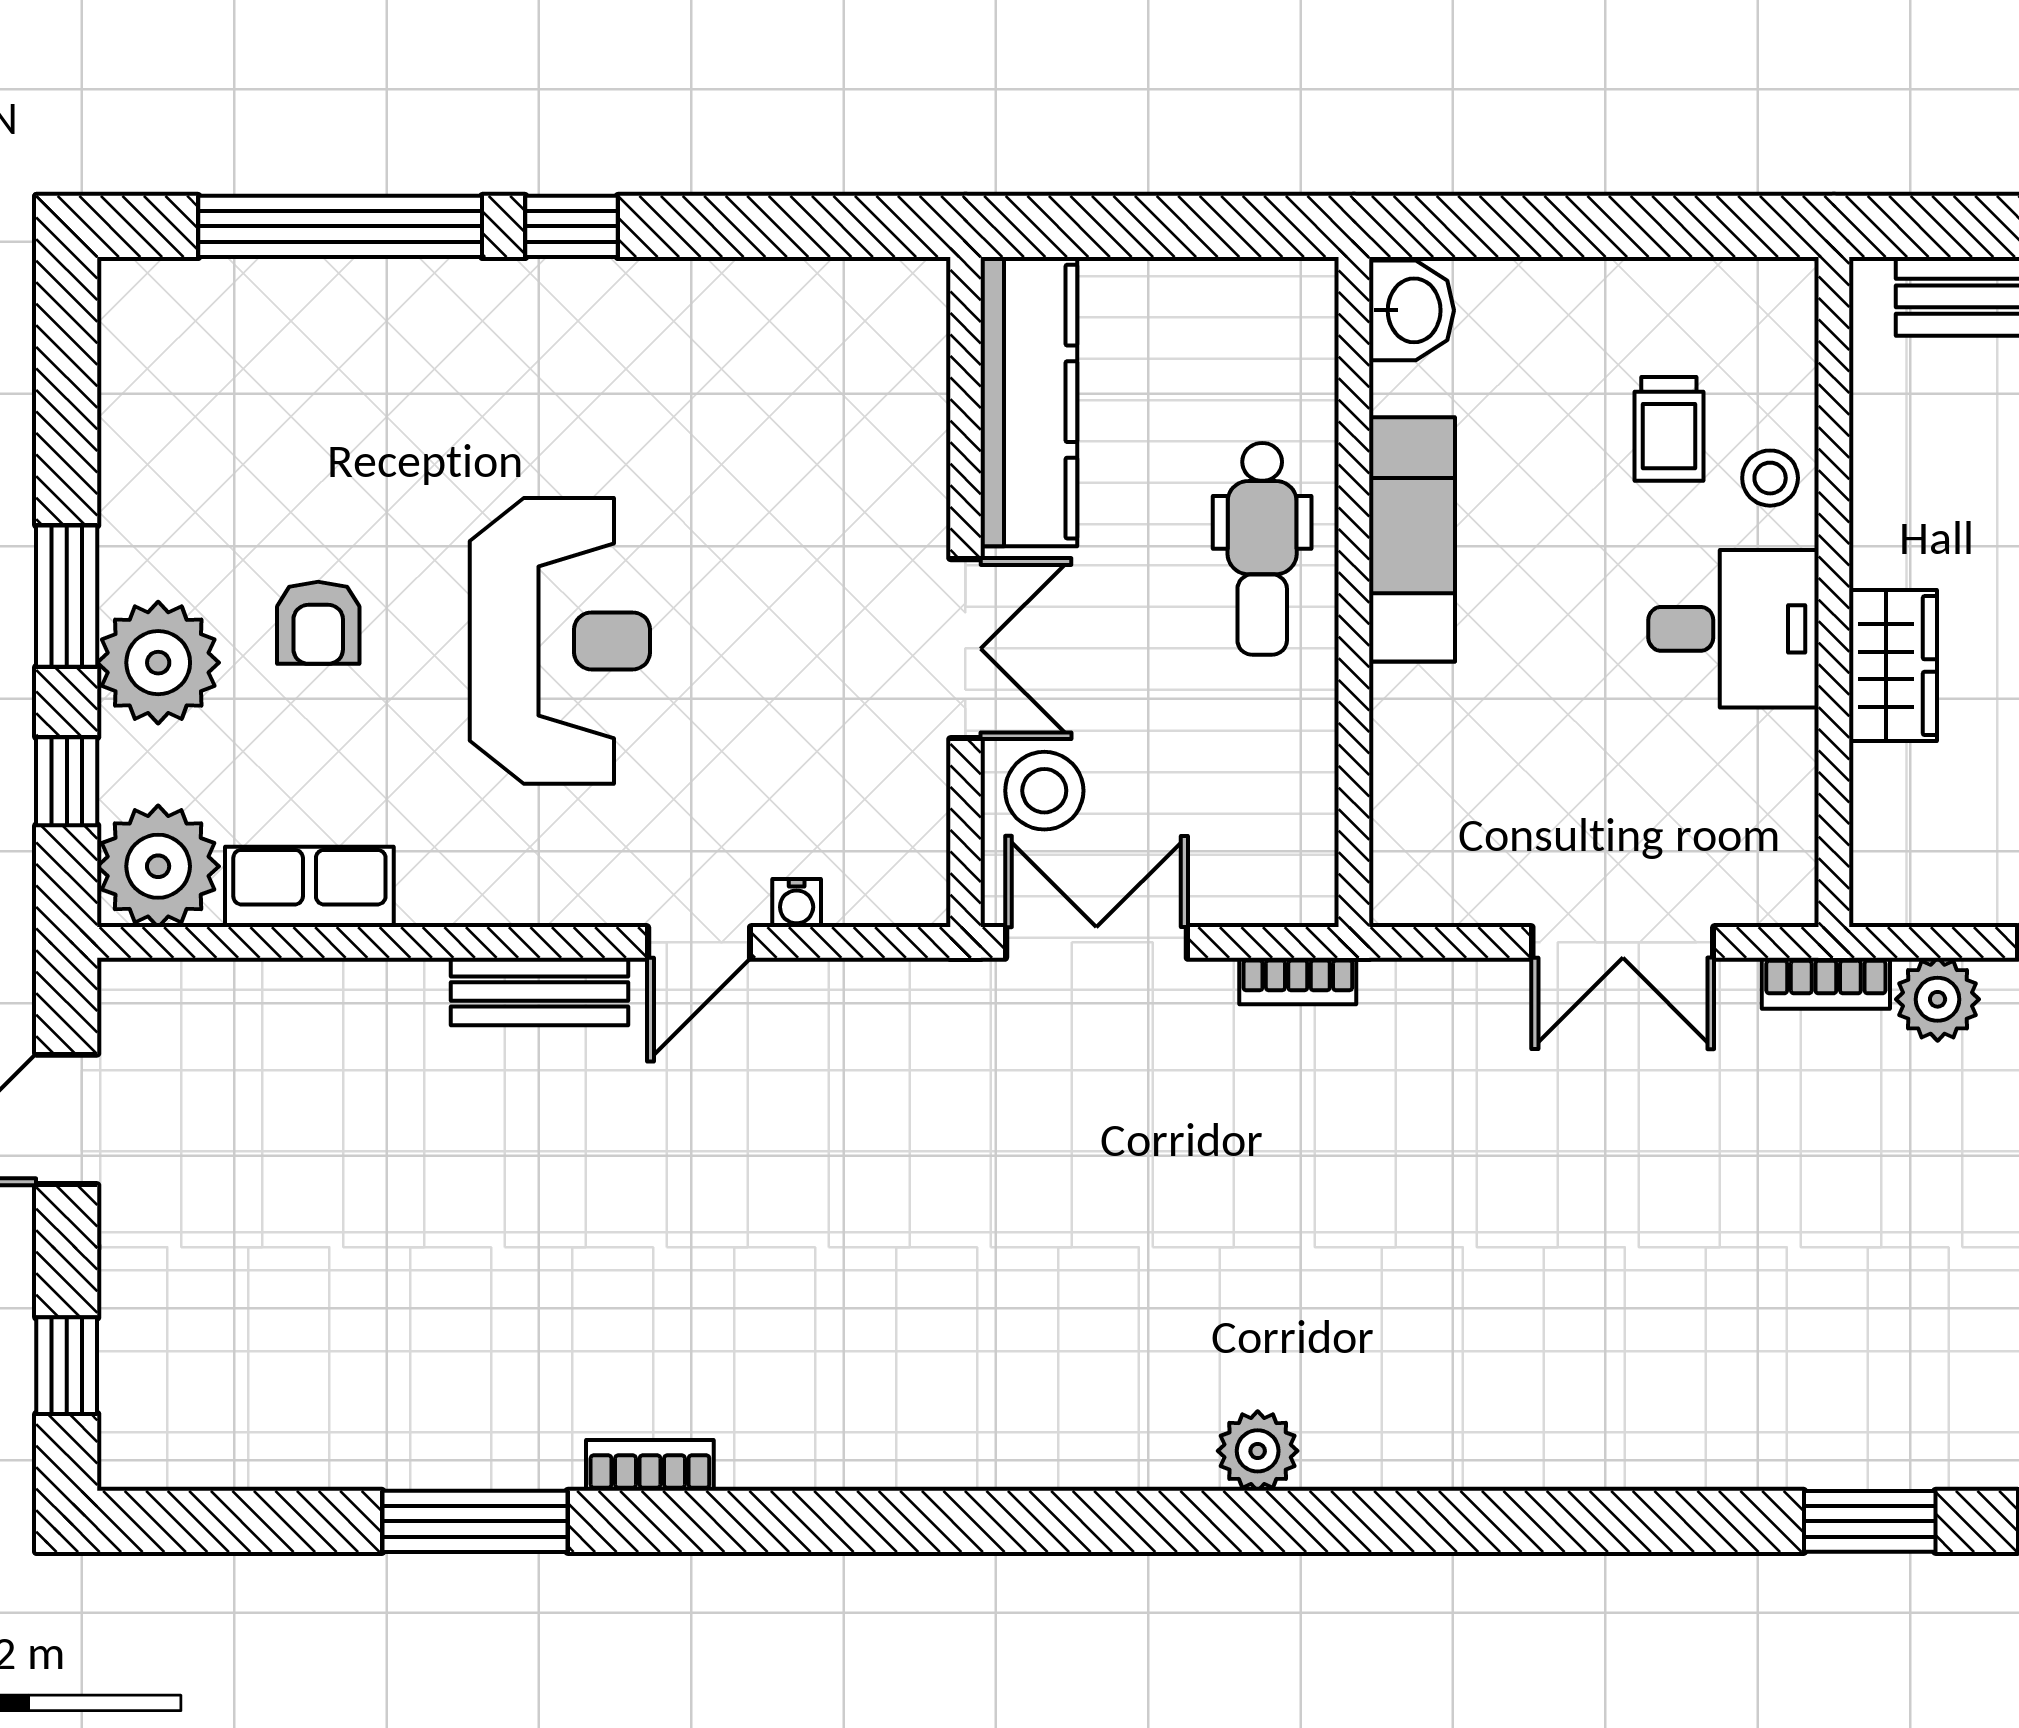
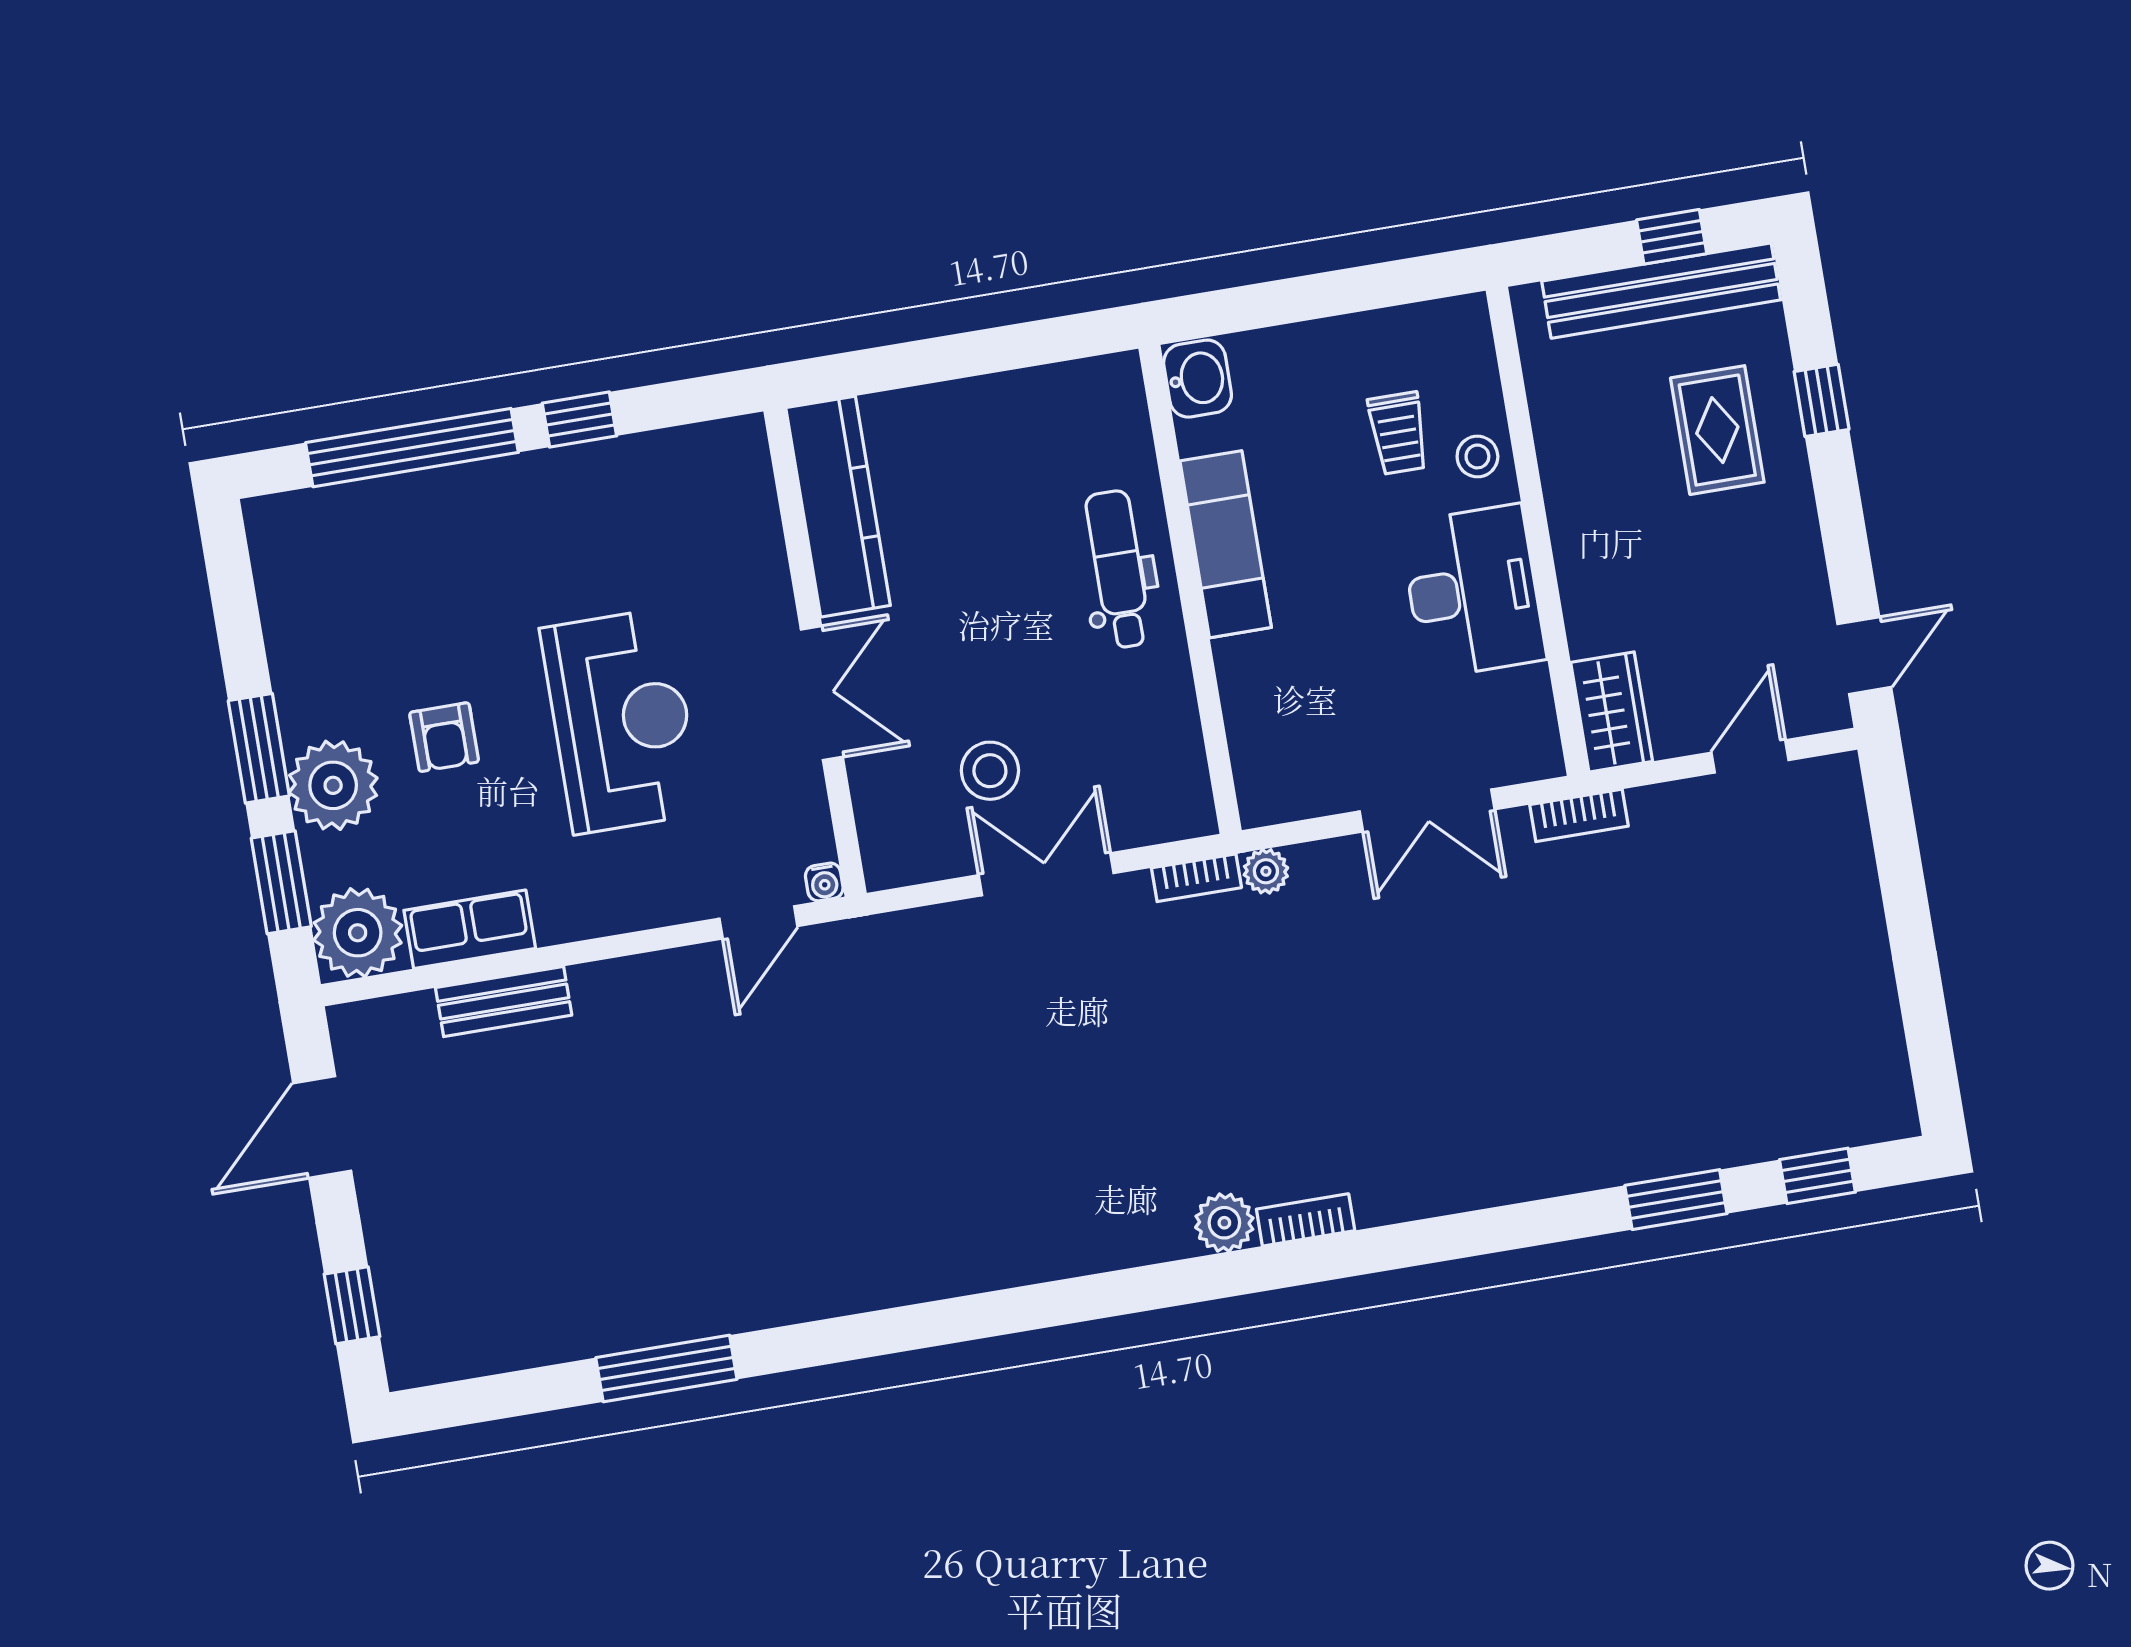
kitchen counter: (1029, 402) -> (838, 507), moved
dental chair: (1262, 549) -> (1118, 569), turned 180
wall: (965, 592) -> (815, 652), moved
desk: (1734, 629) -> (1473, 591), width x1.37
double door: (965, 649) -> (822, 693), moved
wardrobe: (1893, 666) -> (1612, 712), moved
window: (67, 781) -> (281, 882), width x1.50
bench: (540, 992) -> (504, 1001), moved
plant: (1938, 999) -> (1266, 871), moved, width x0.73, depth x0.73
bookcase: (650, 1465) -> (1306, 1220), moved

